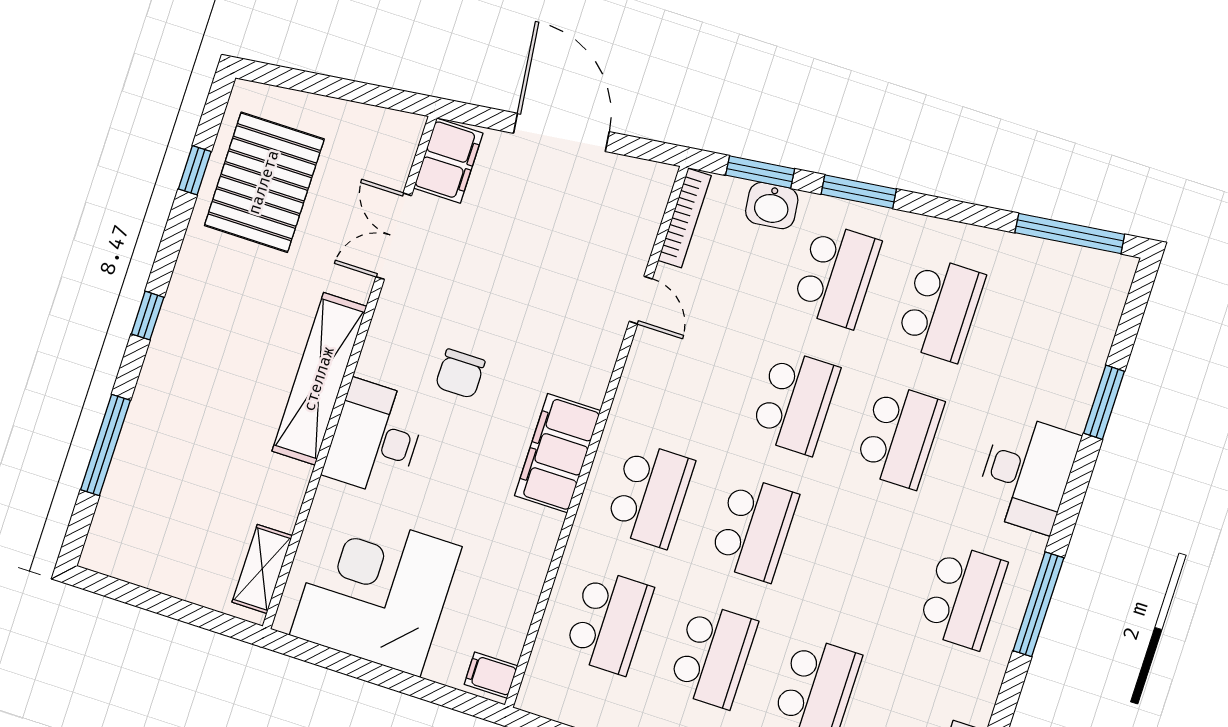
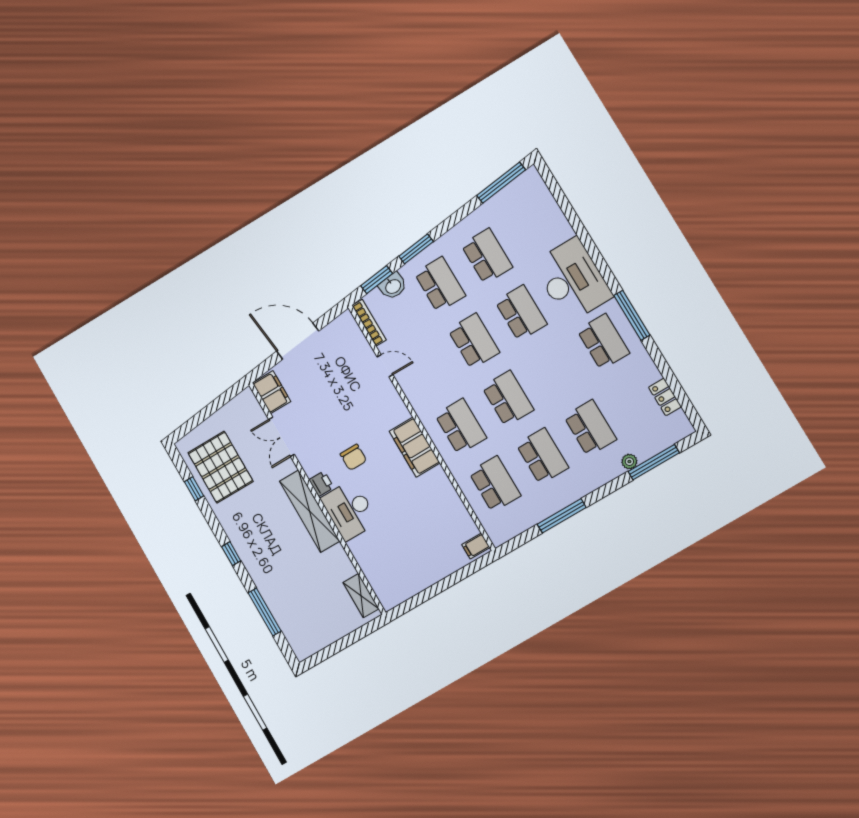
printer: (377, 360) -> (321, 484), added
window: (1104, 402) -> (576, 224), removed
desk: (1027, 473) -> (572, 280), width x1.36, depth x1.30
corner desk: (376, 591) -> (406, 561), removed

